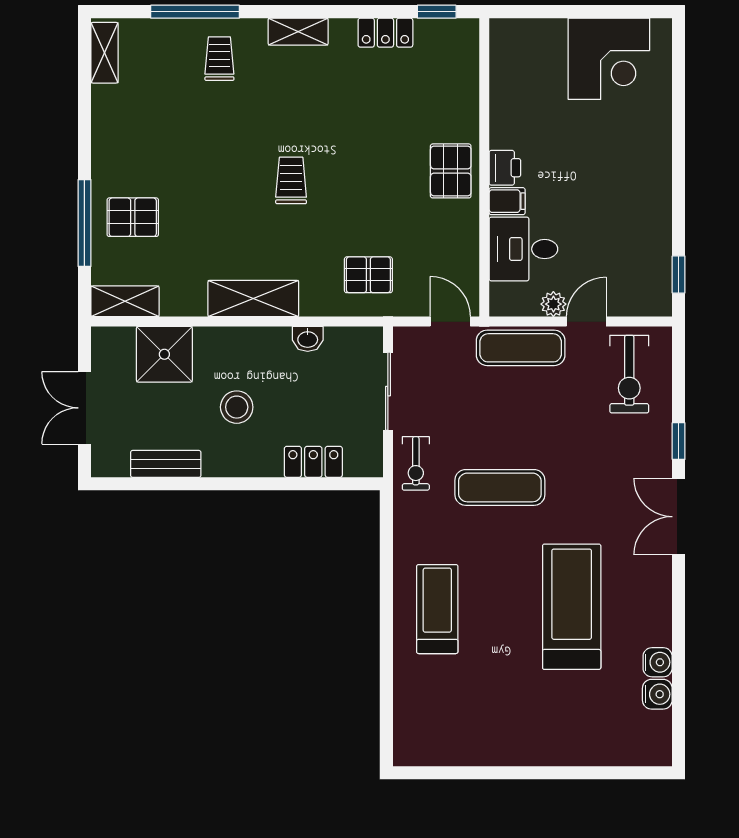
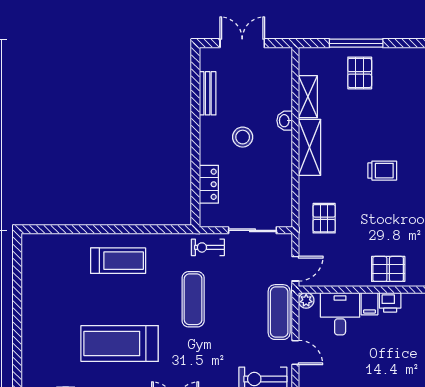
shelving: (125, 301) -> (308, 97), moved
plant: (553, 304) -> (306, 300), moved
washbasin: (308, 339) -> (285, 121), moved
shower: (164, 354) -> (275, 92), removed
treadmill: (572, 607) -> (120, 344), turned 180

